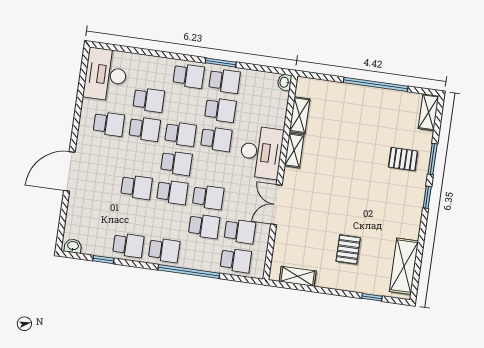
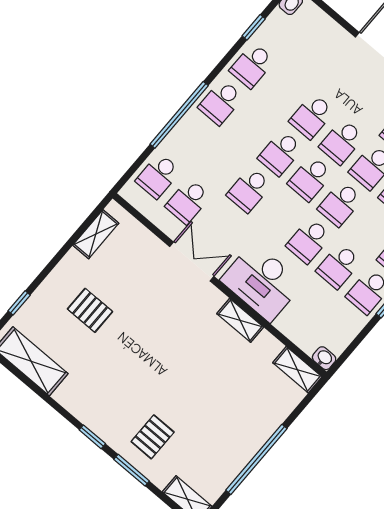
shelving: (300, 115) -> (297, 370), moved
school desk: (204, 226) -> (342, 142), moved

